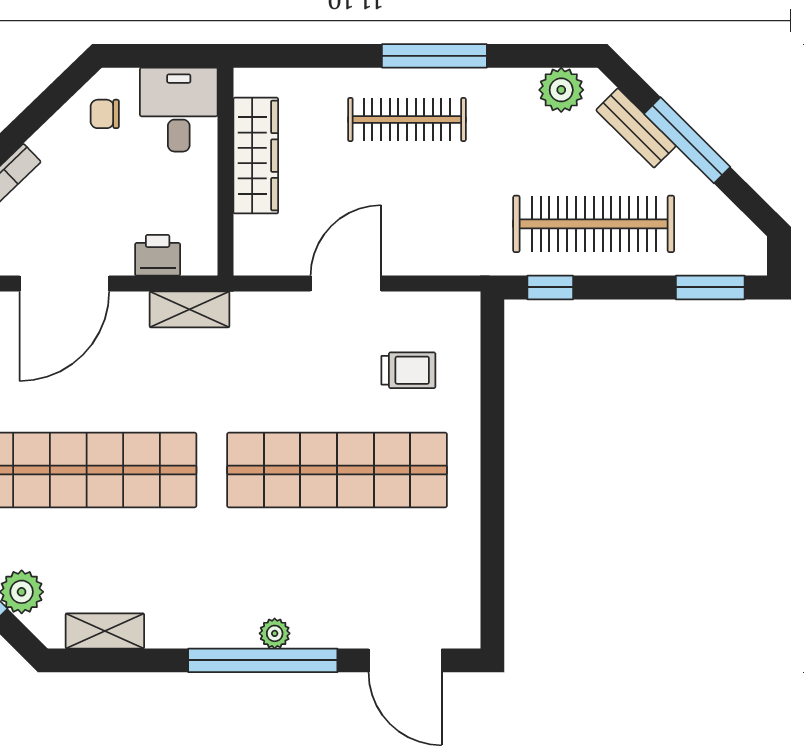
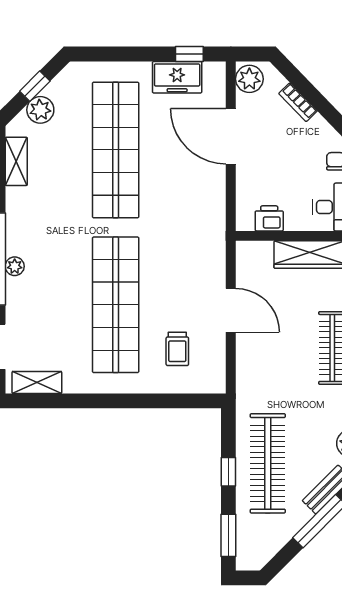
printer: (158, 255) -> (269, 218), moved, turned -90
window: (550, 287) -> (228, 472), moved
shelving: (190, 309) -> (37, 382), moved, turned 90

